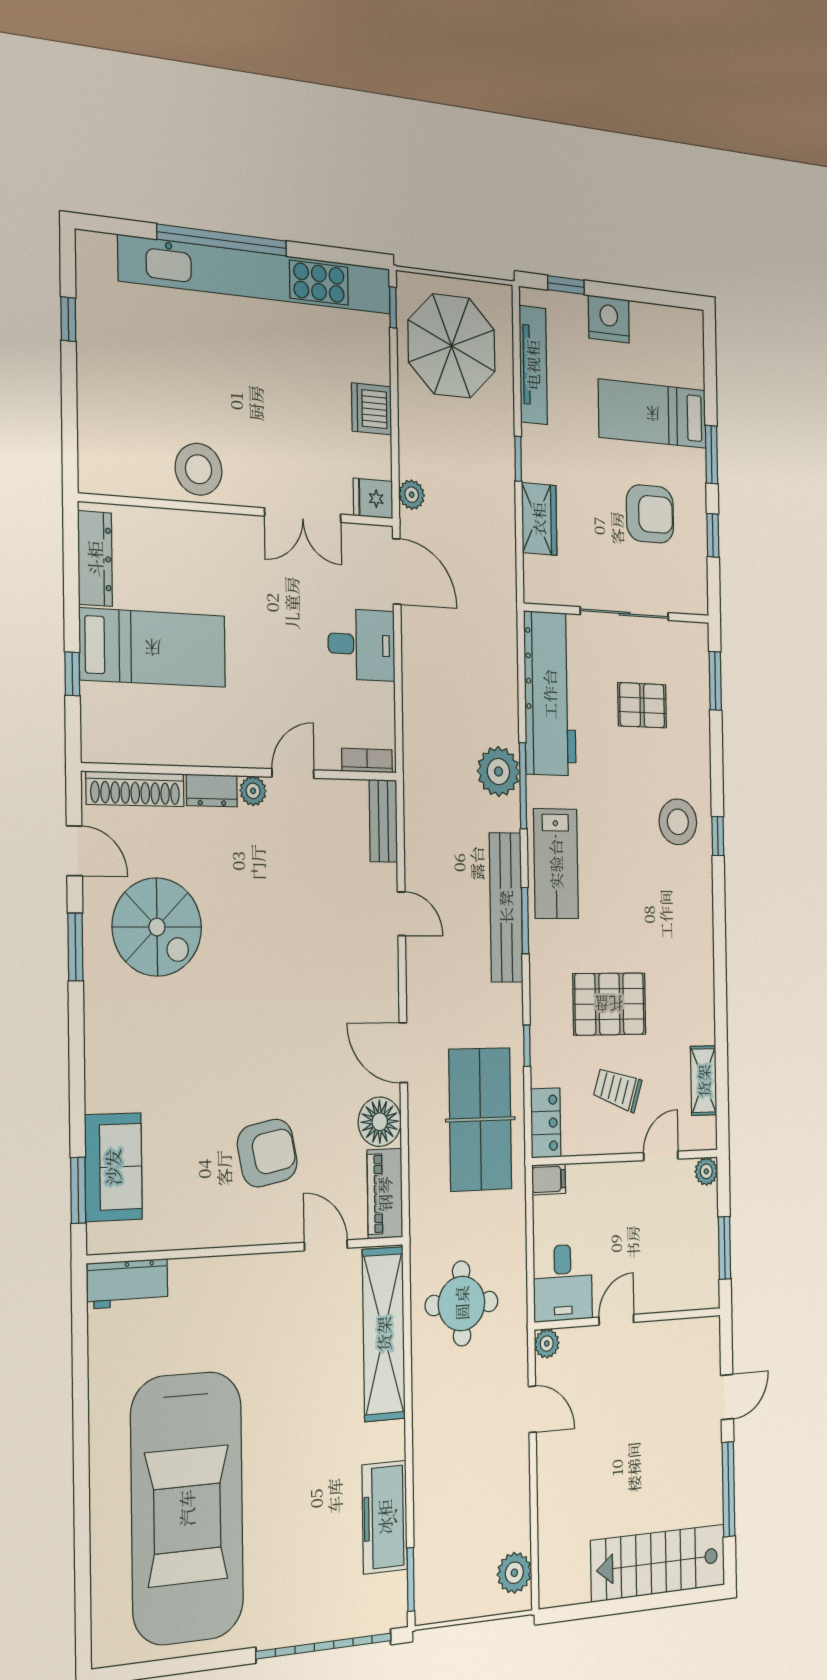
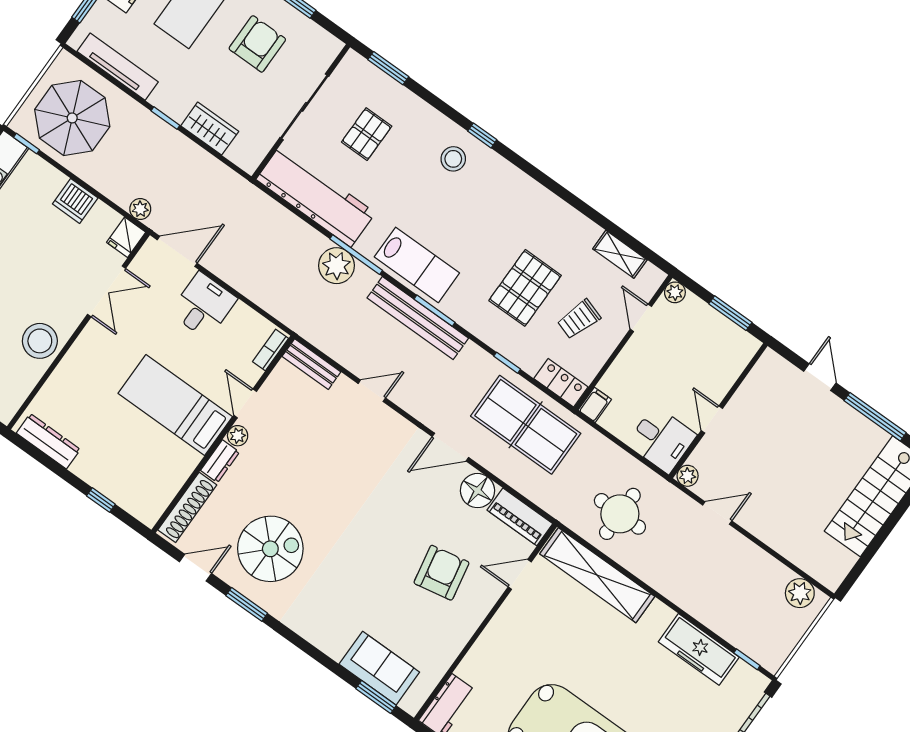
bed: (153, 648) -> (175, 405), moved, turned -90
stool: (678, 822) -> (453, 159), width x0.73, depth x0.73
window: (411, 1579) -> (747, 659), width x0.67

